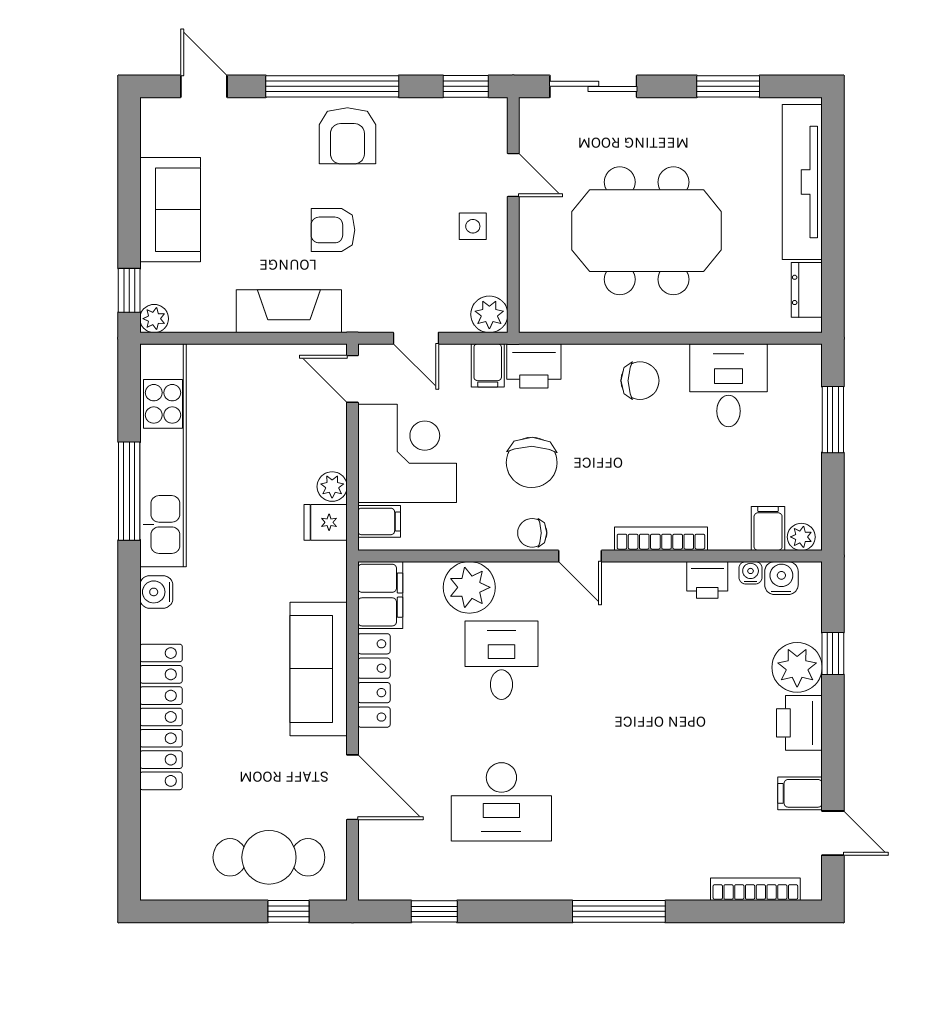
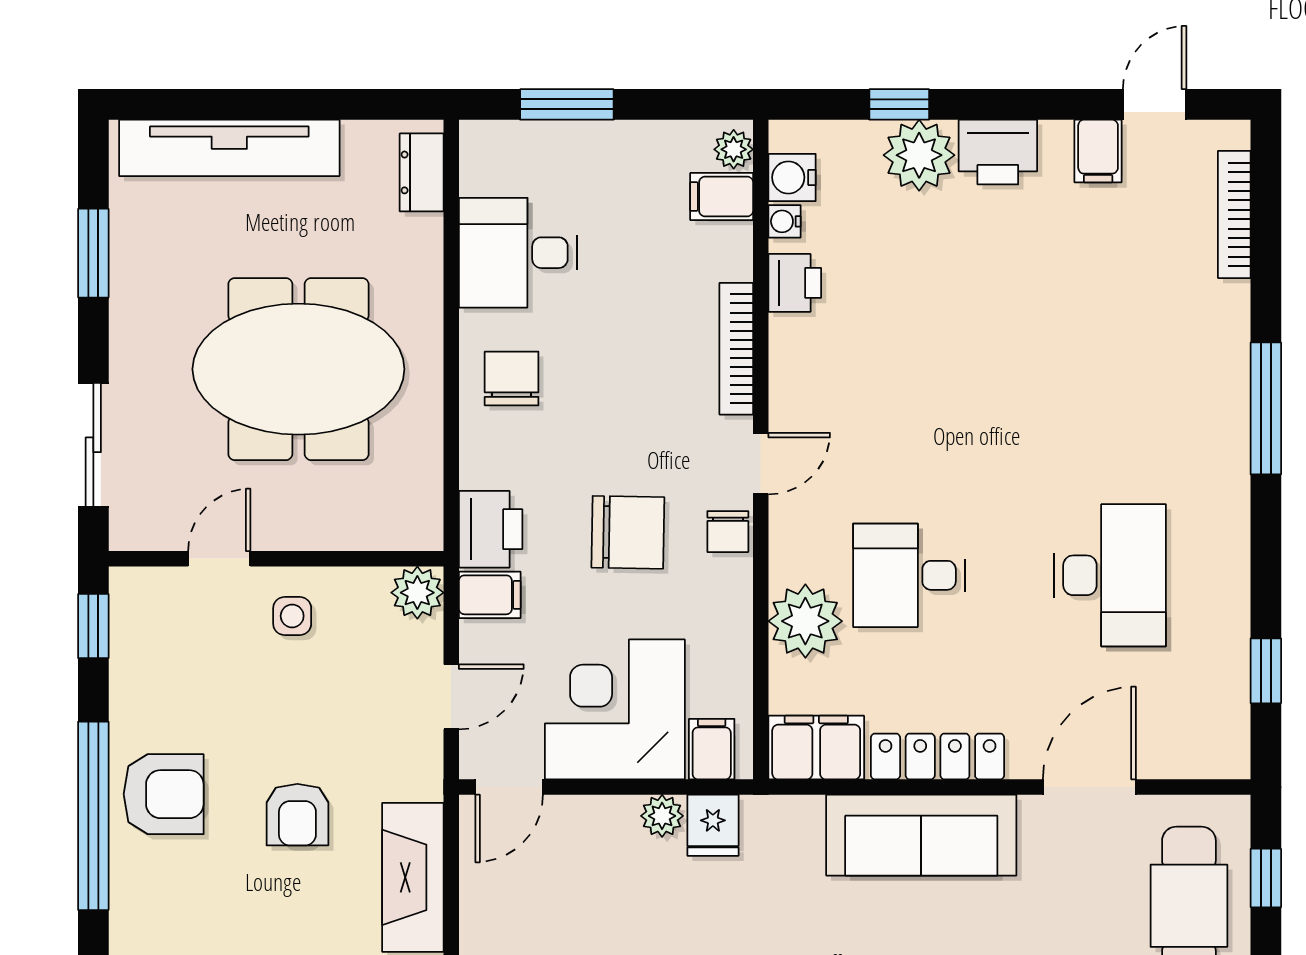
meeting table: (647, 231) -> (298, 369), turned 90
dresser: (807, 290) -> (422, 172), moved, turned 90

